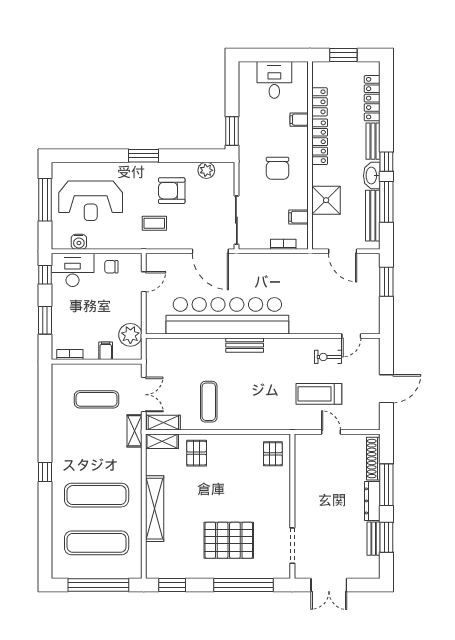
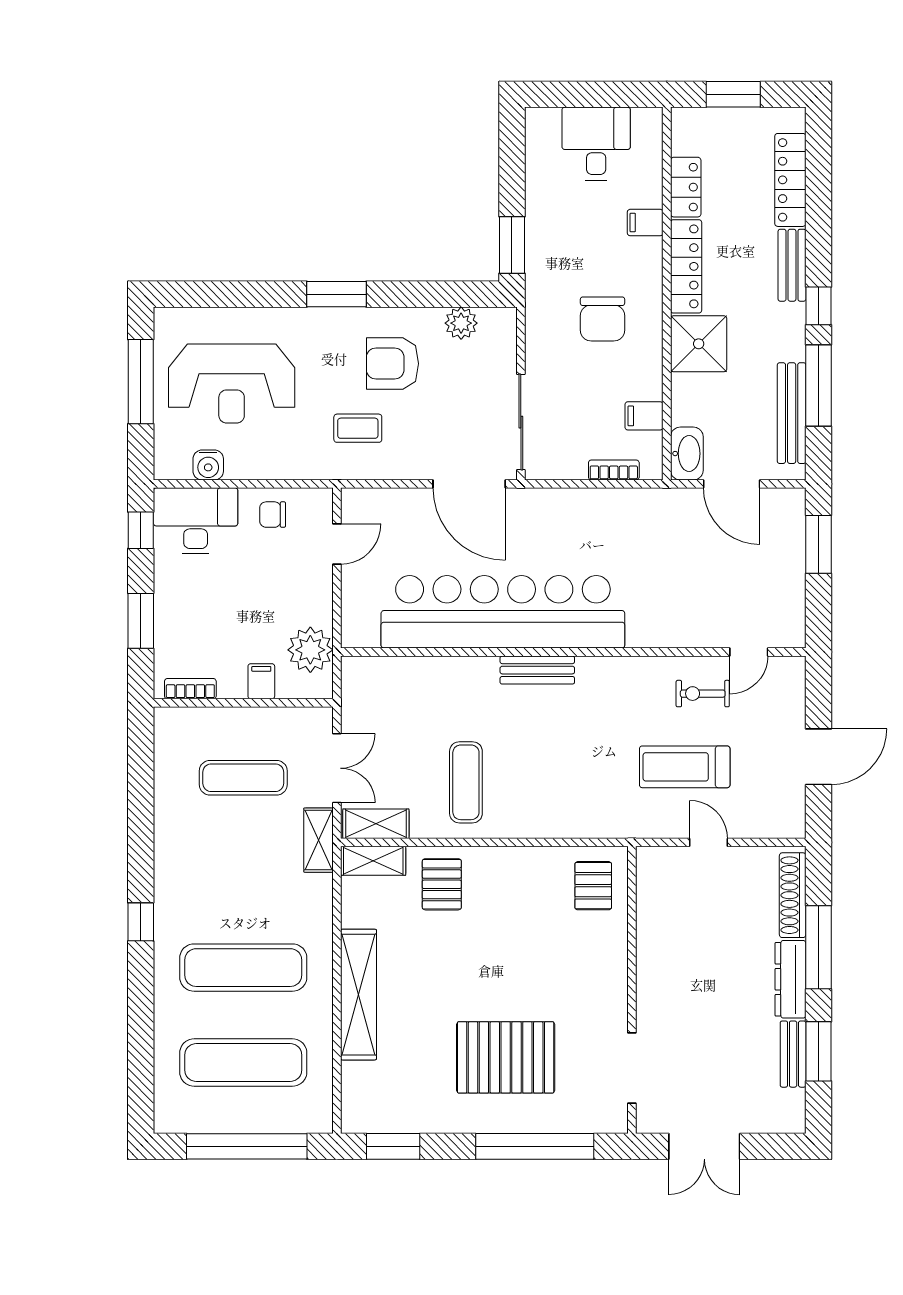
washbasin: (372, 176) -> (687, 454), moved, turned 180
shower: (326, 200) -> (699, 344), moved

